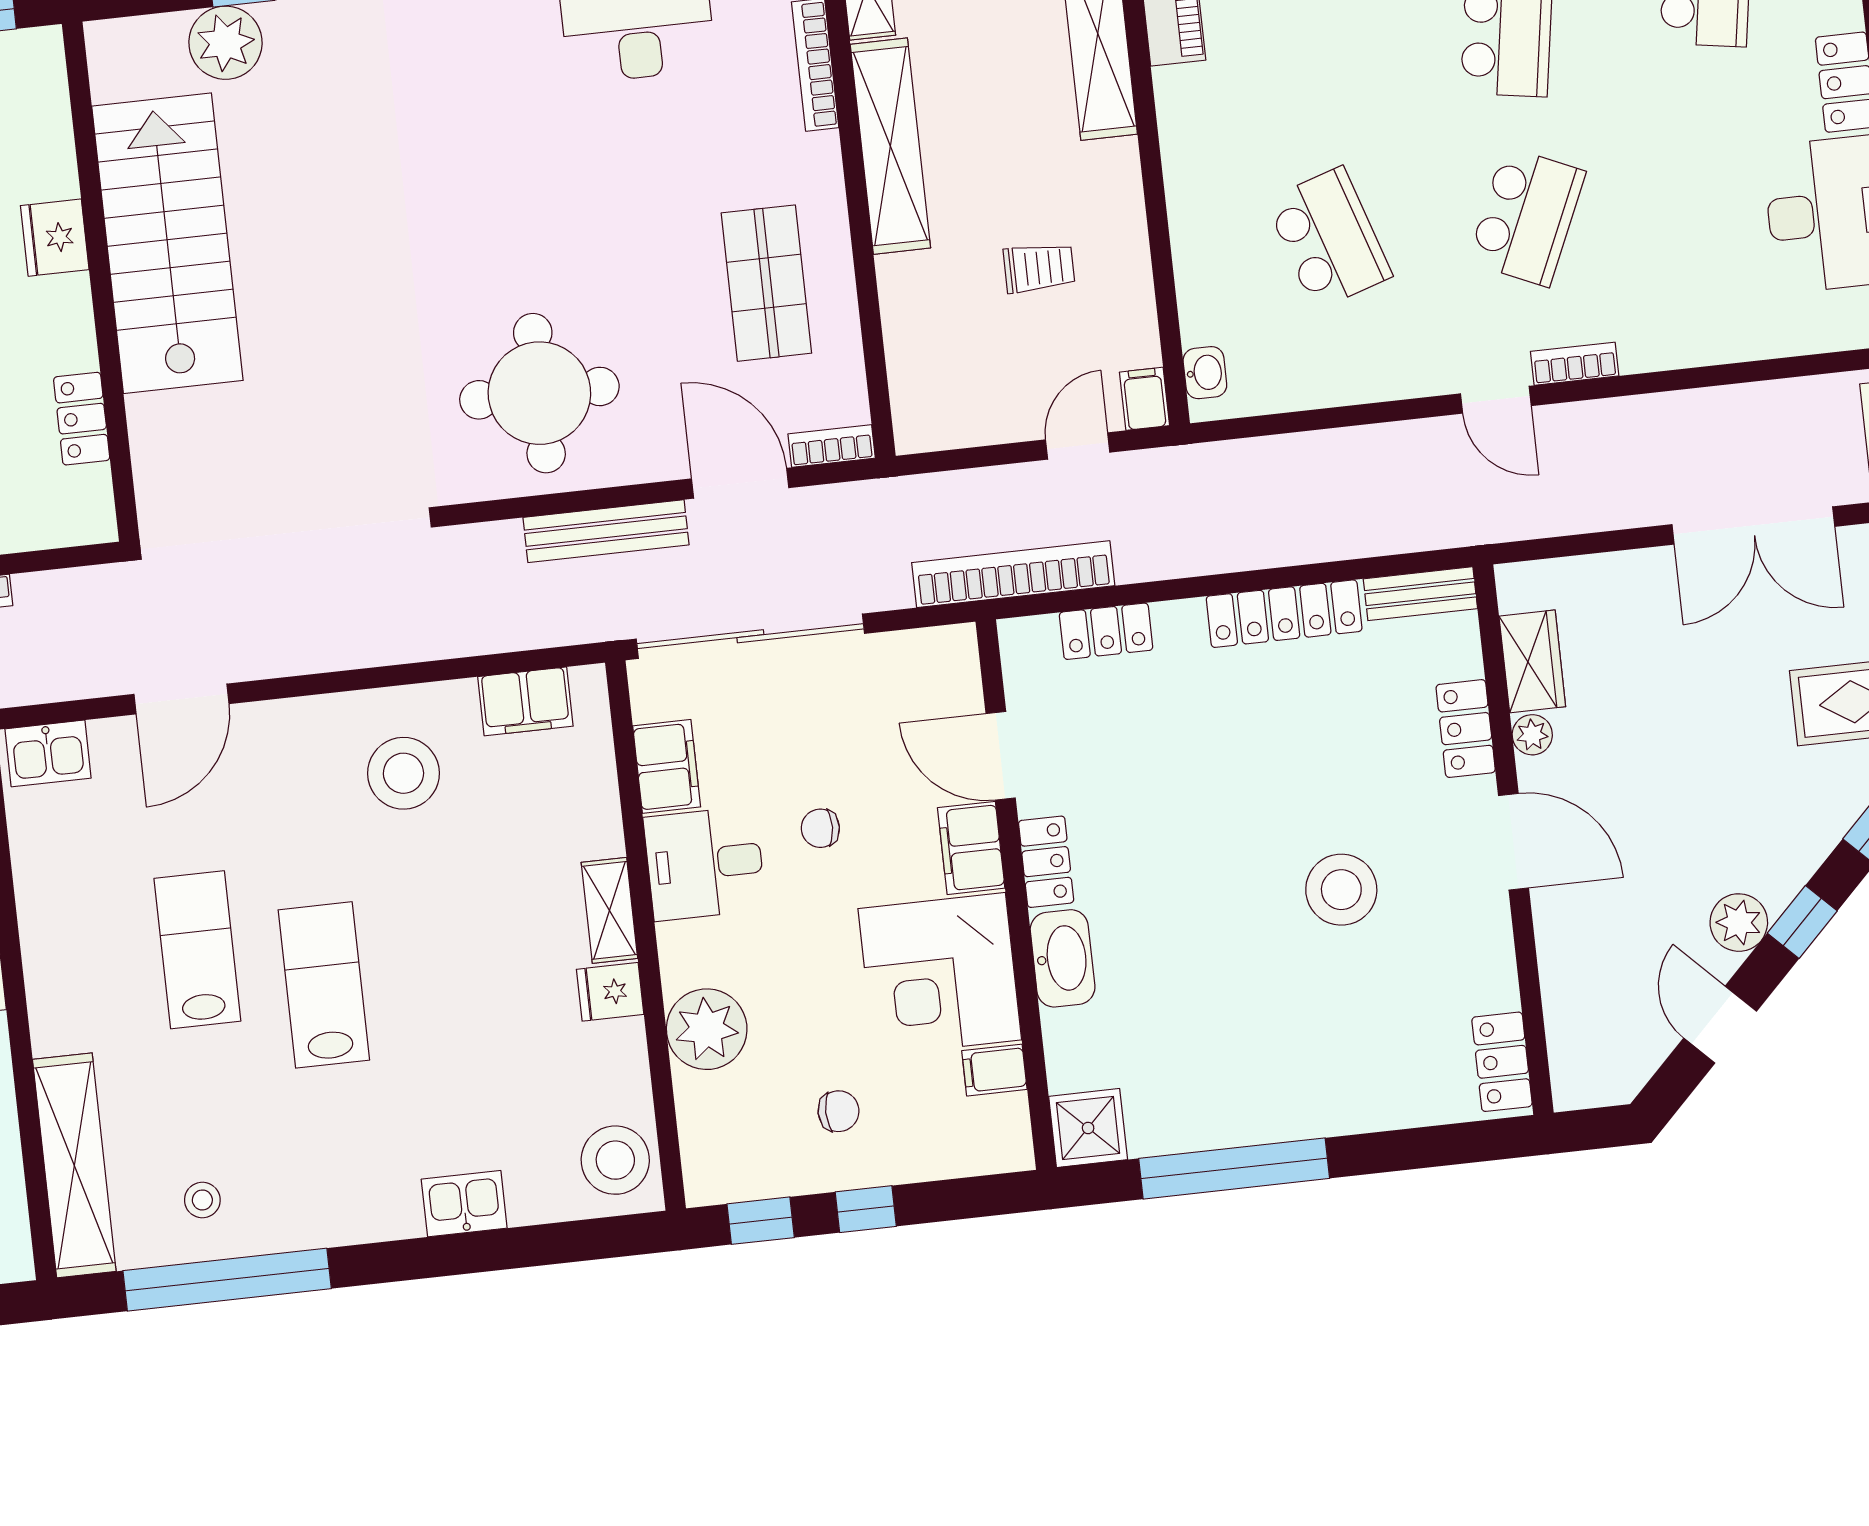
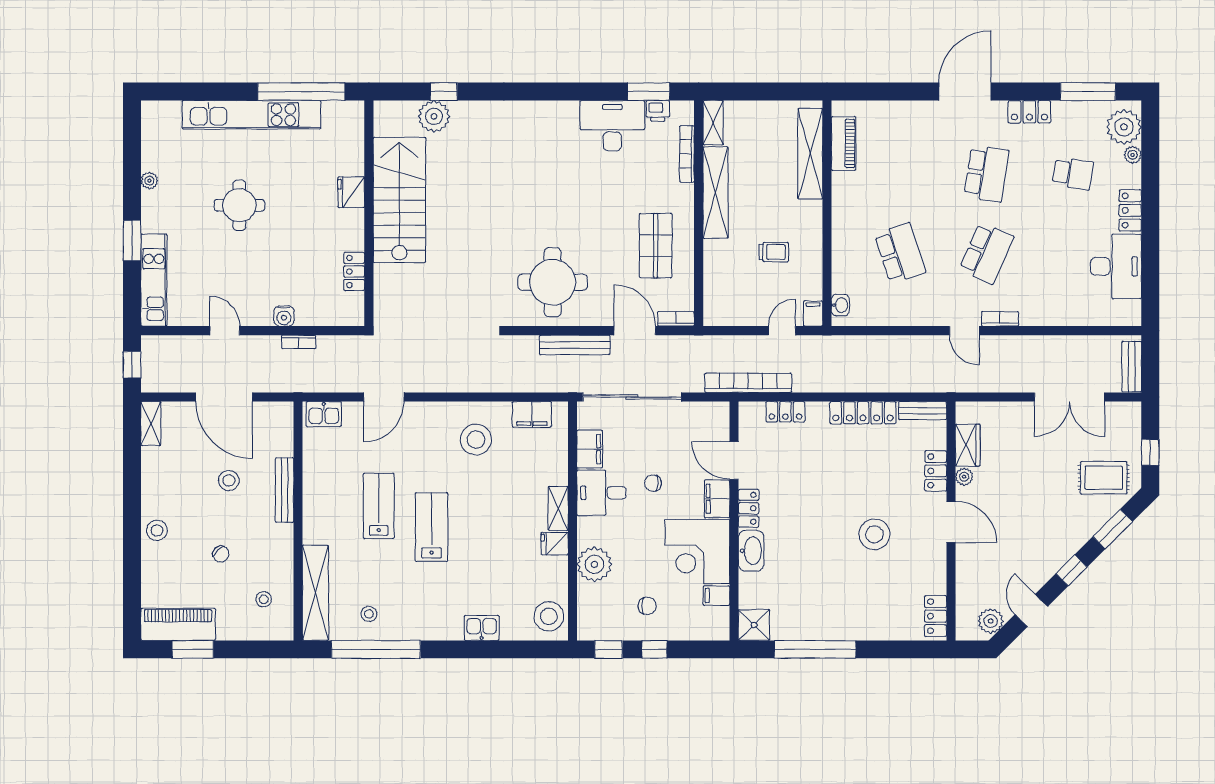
plant: (1739, 923) -> (991, 621), moved

